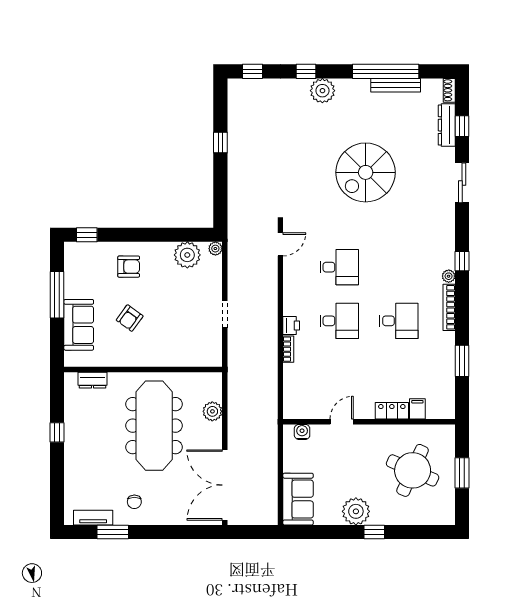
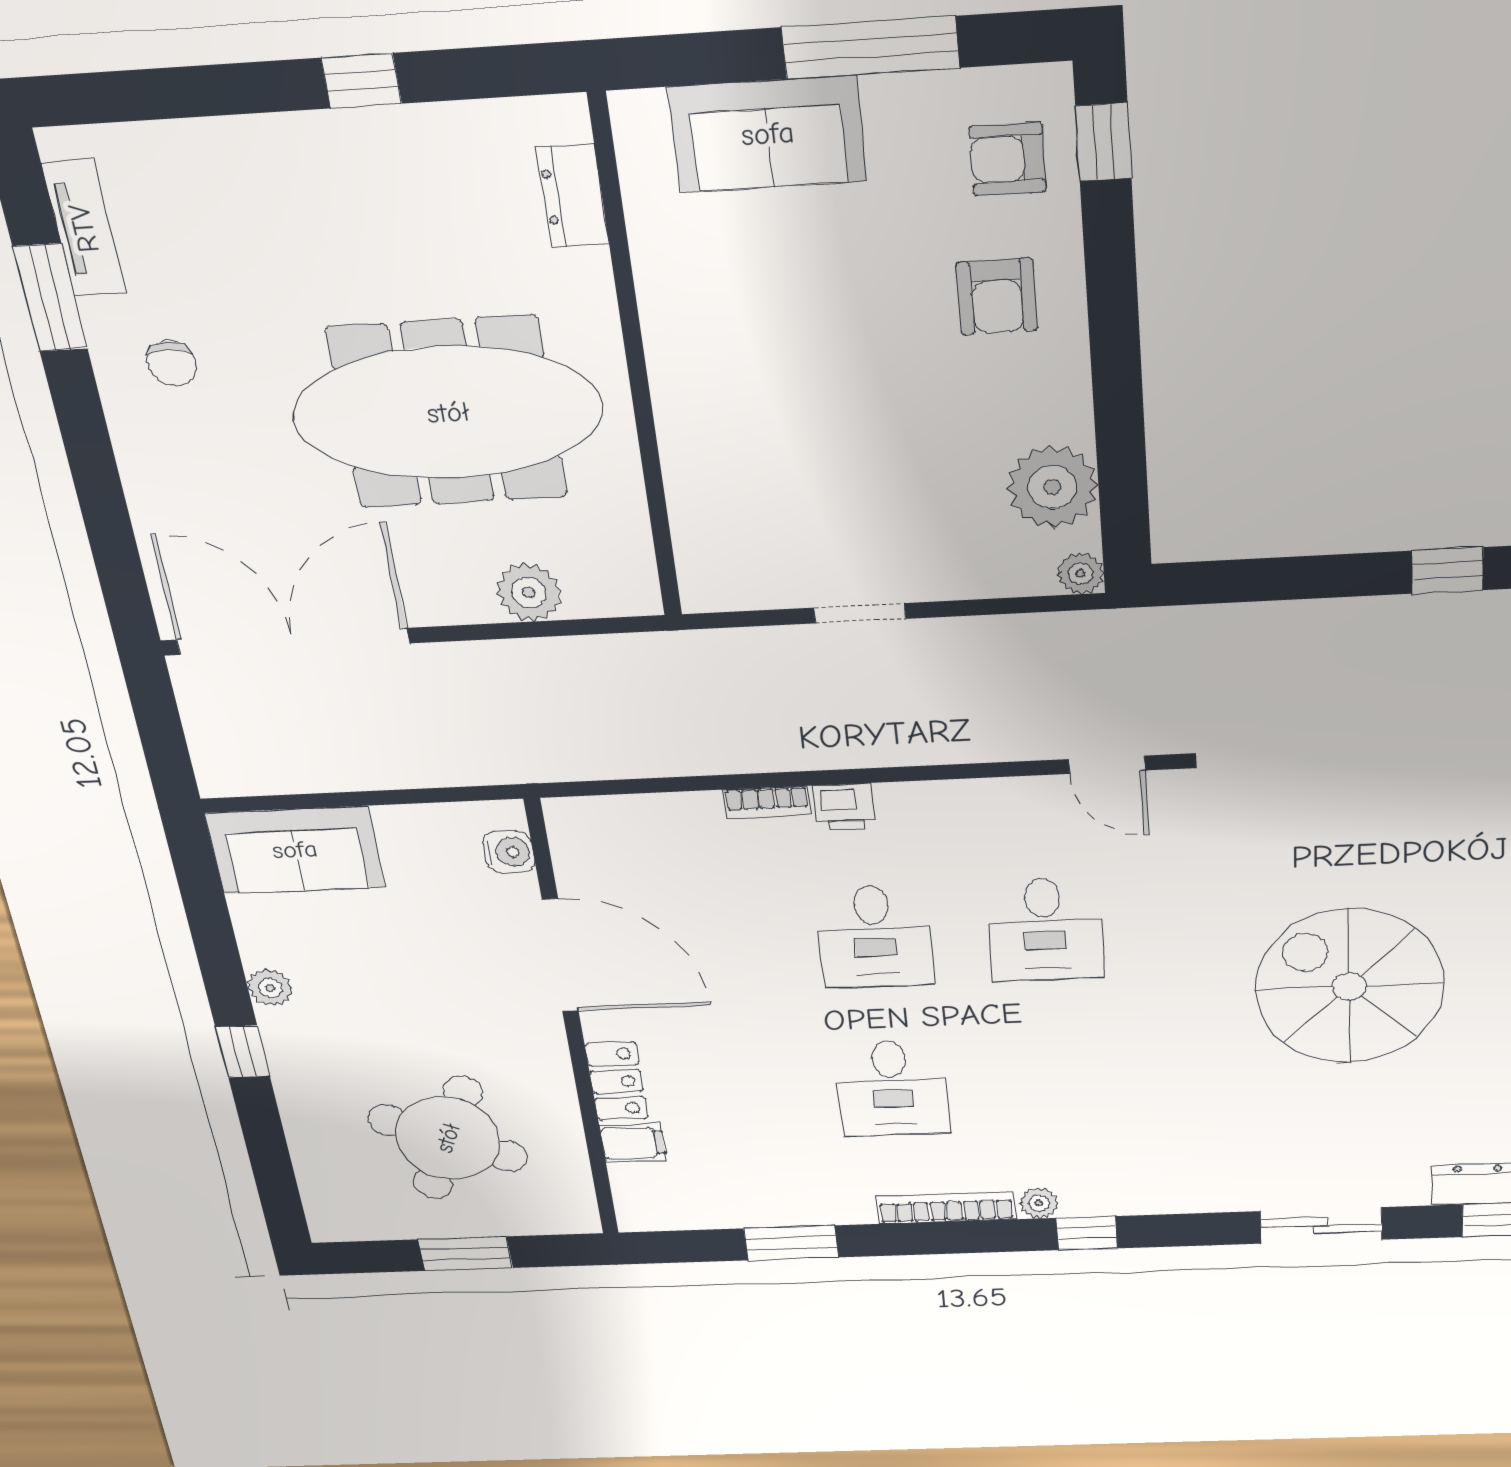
armchair: (130, 318) -> (1008, 159), moved, turned -36
door: (342, 422) -> (560, 956), width x1.88
chair: (134, 502) -> (172, 363), turned -90
plant: (356, 511) -> (270, 988), width x0.53, depth x0.53

